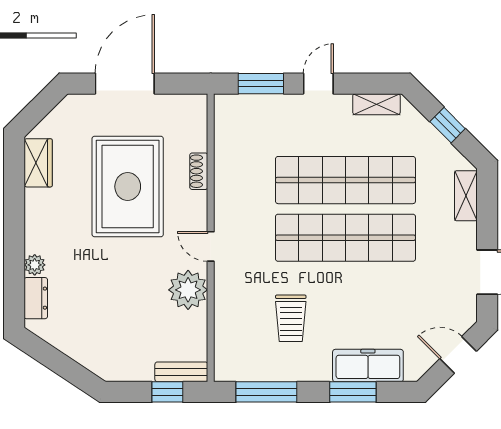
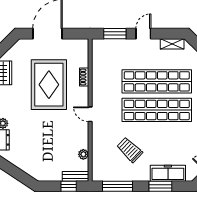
plant: (188, 290) -> (83, 154), moved, width x0.53, depth x0.53
trolley: (291, 318) -> (130, 150), turned 134

